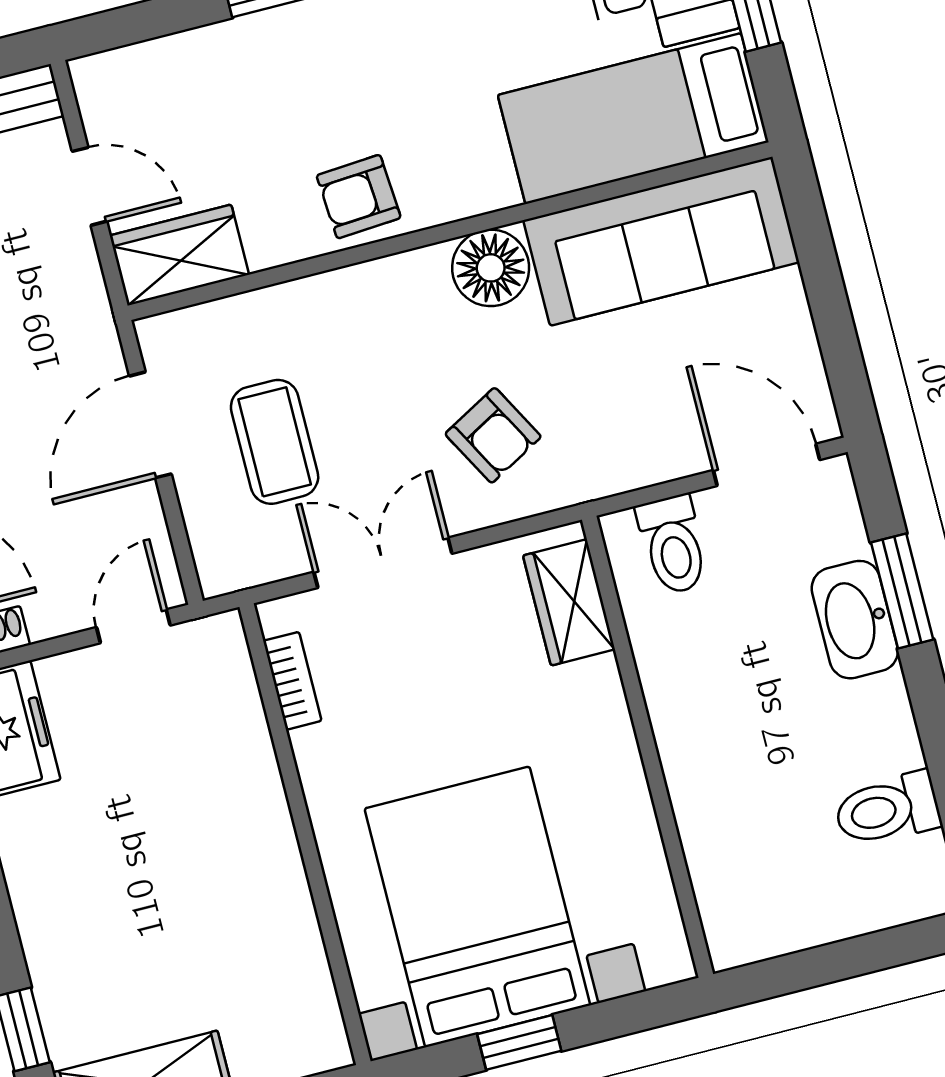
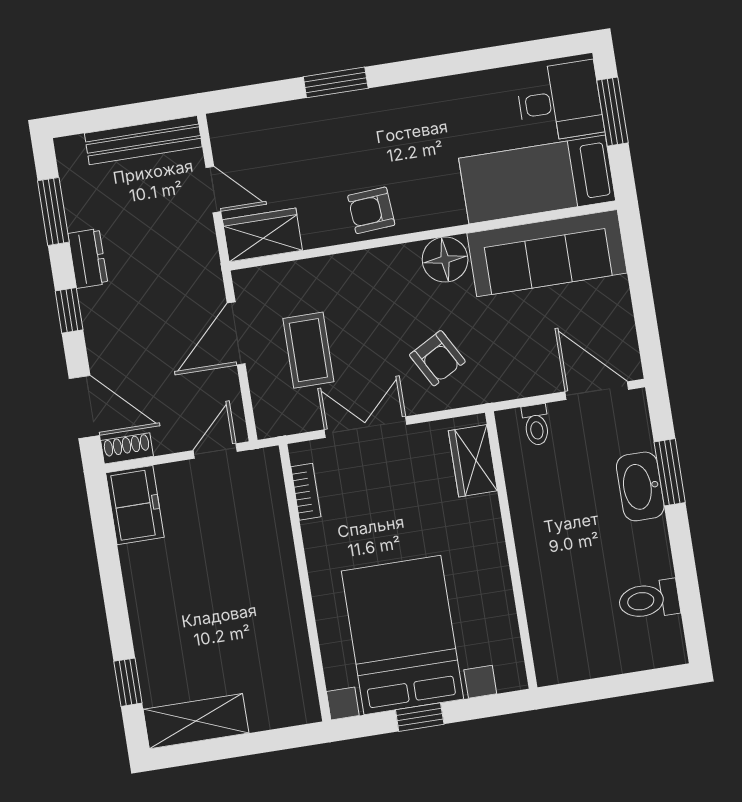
toilet: (673, 545) -> (536, 425), width x0.73, depth x0.72

